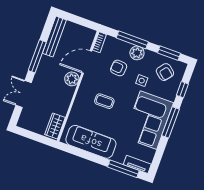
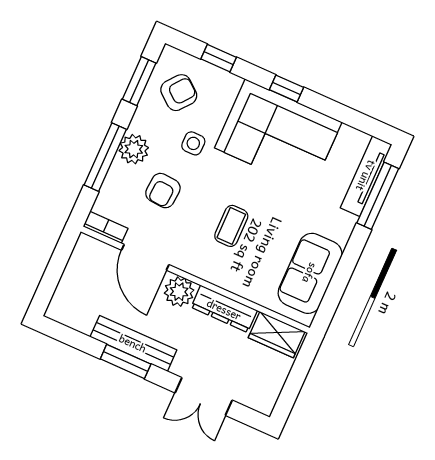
bench: (54, 37) -> (133, 343), moved
window: (37, 56) -> (126, 362), width x0.69
dresser: (65, 101) -> (224, 309), added
window: (170, 122) -> (286, 88), width x0.46
sofa: (91, 142) -> (310, 273), width x0.73
tv unit: (137, 164) -> (366, 176), width x1.41

